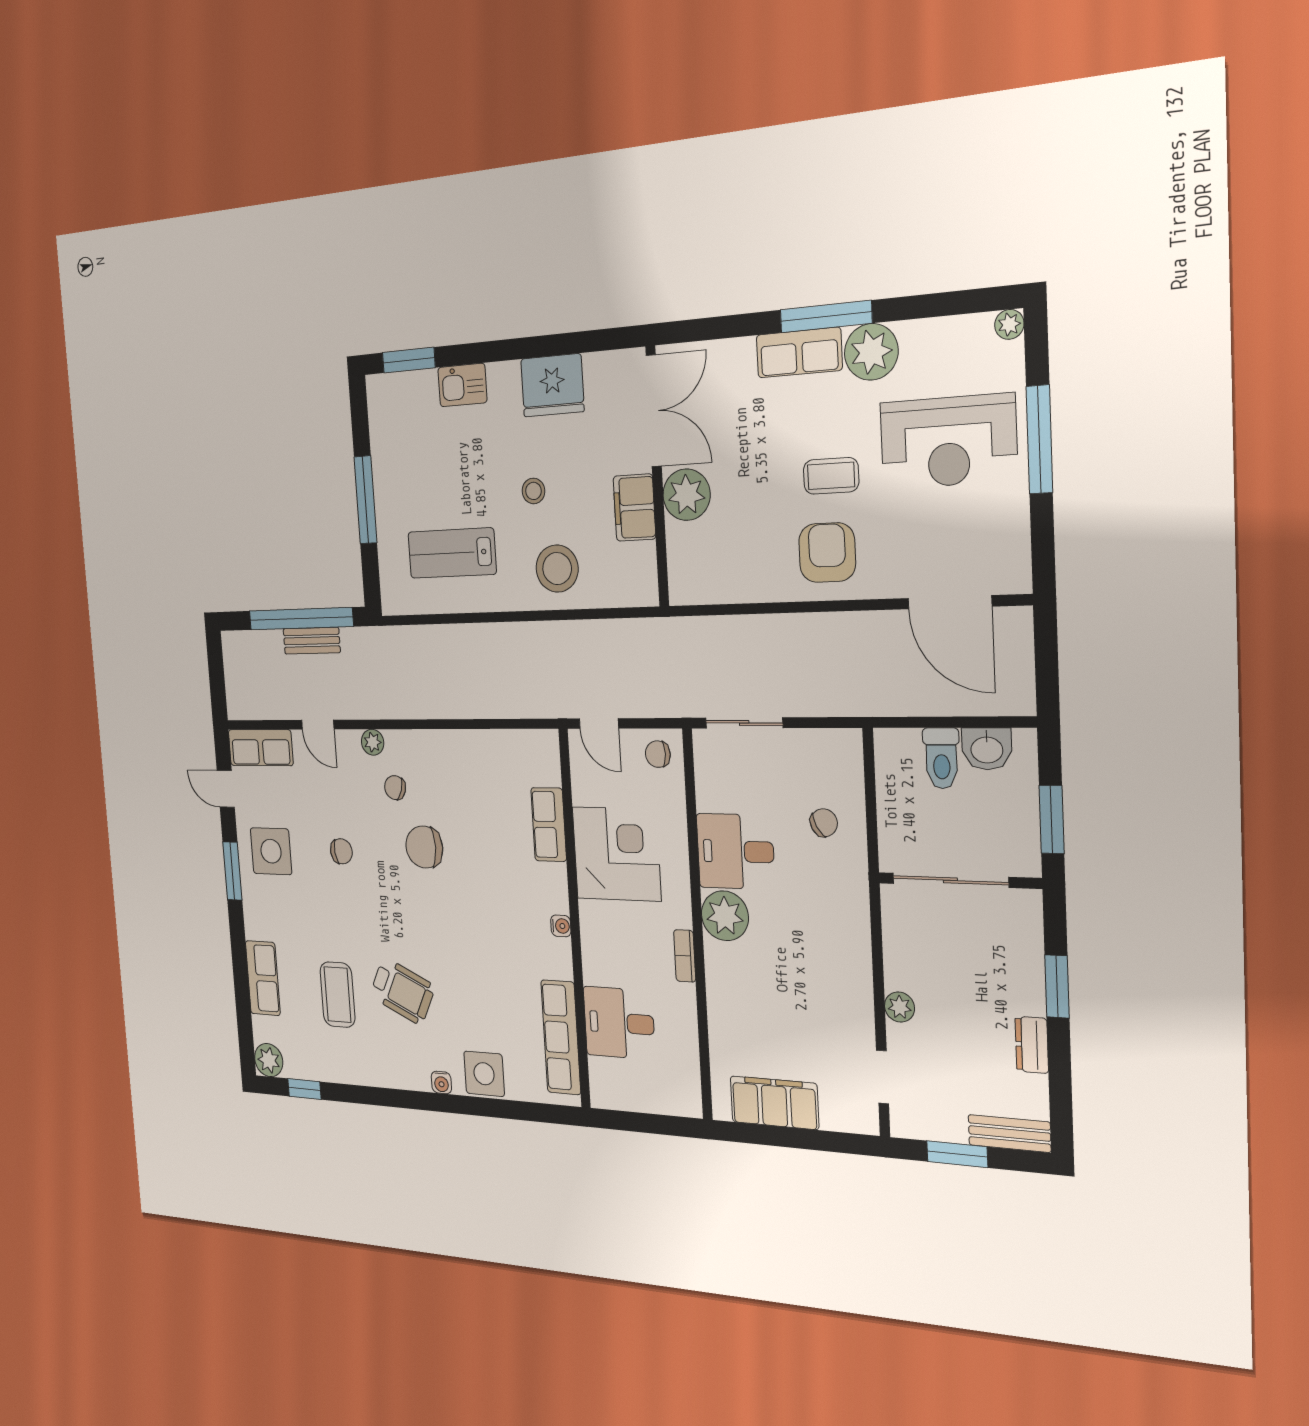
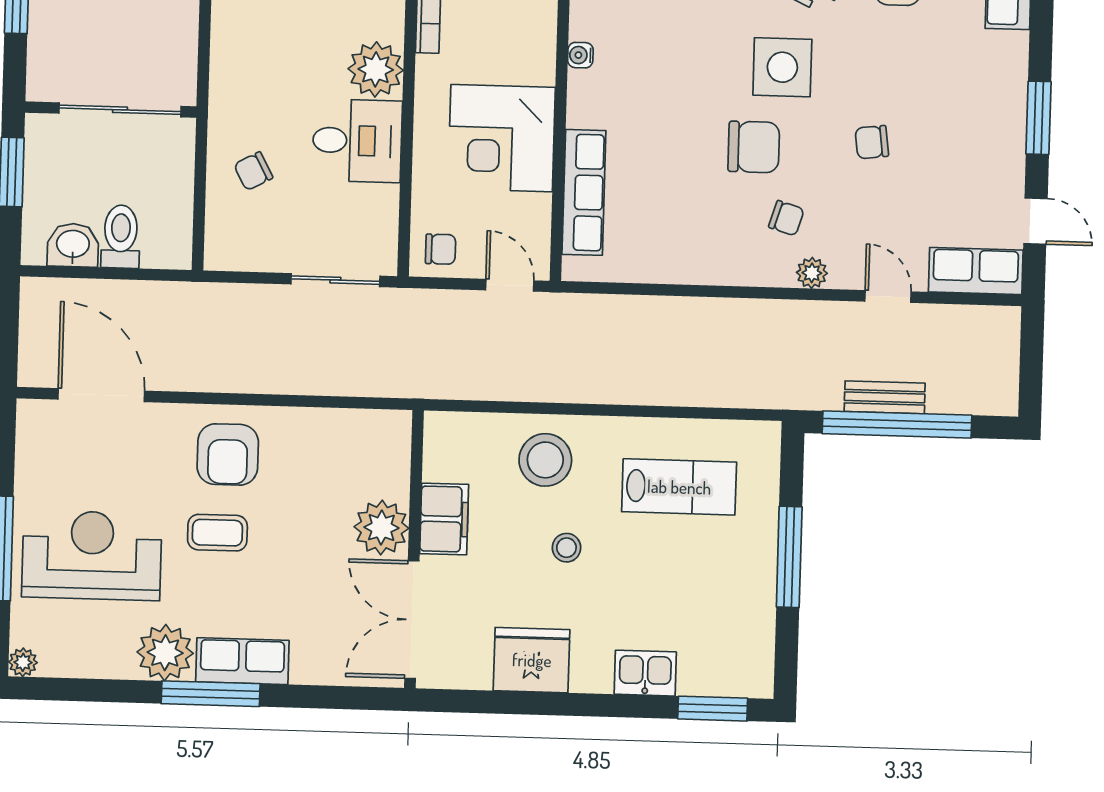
row of seats: (549, 825) -> (584, 192), width x1.48
side table: (271, 851) -> (782, 67), moved

